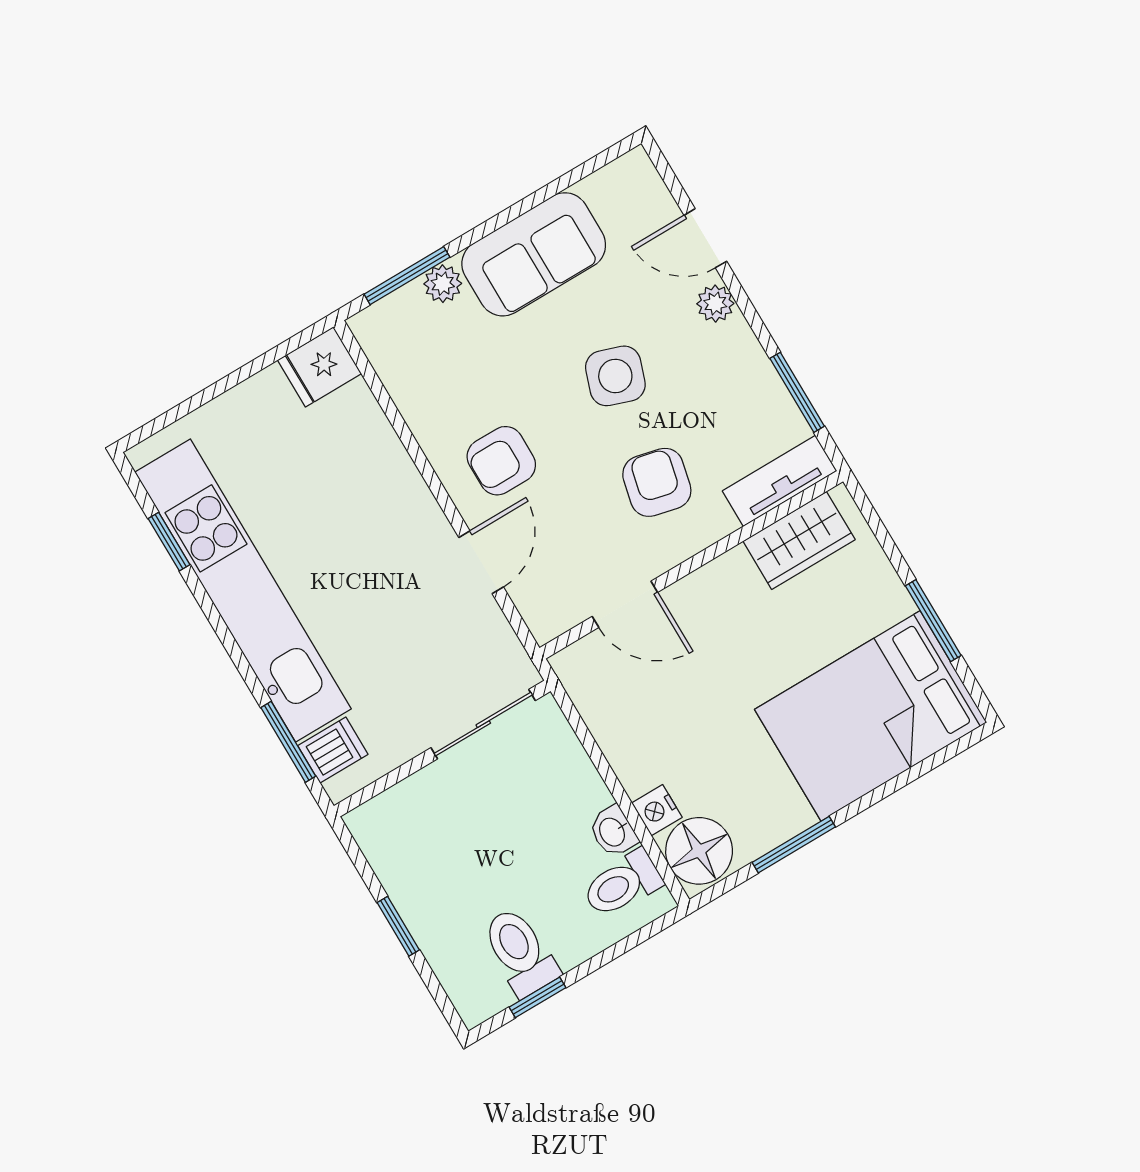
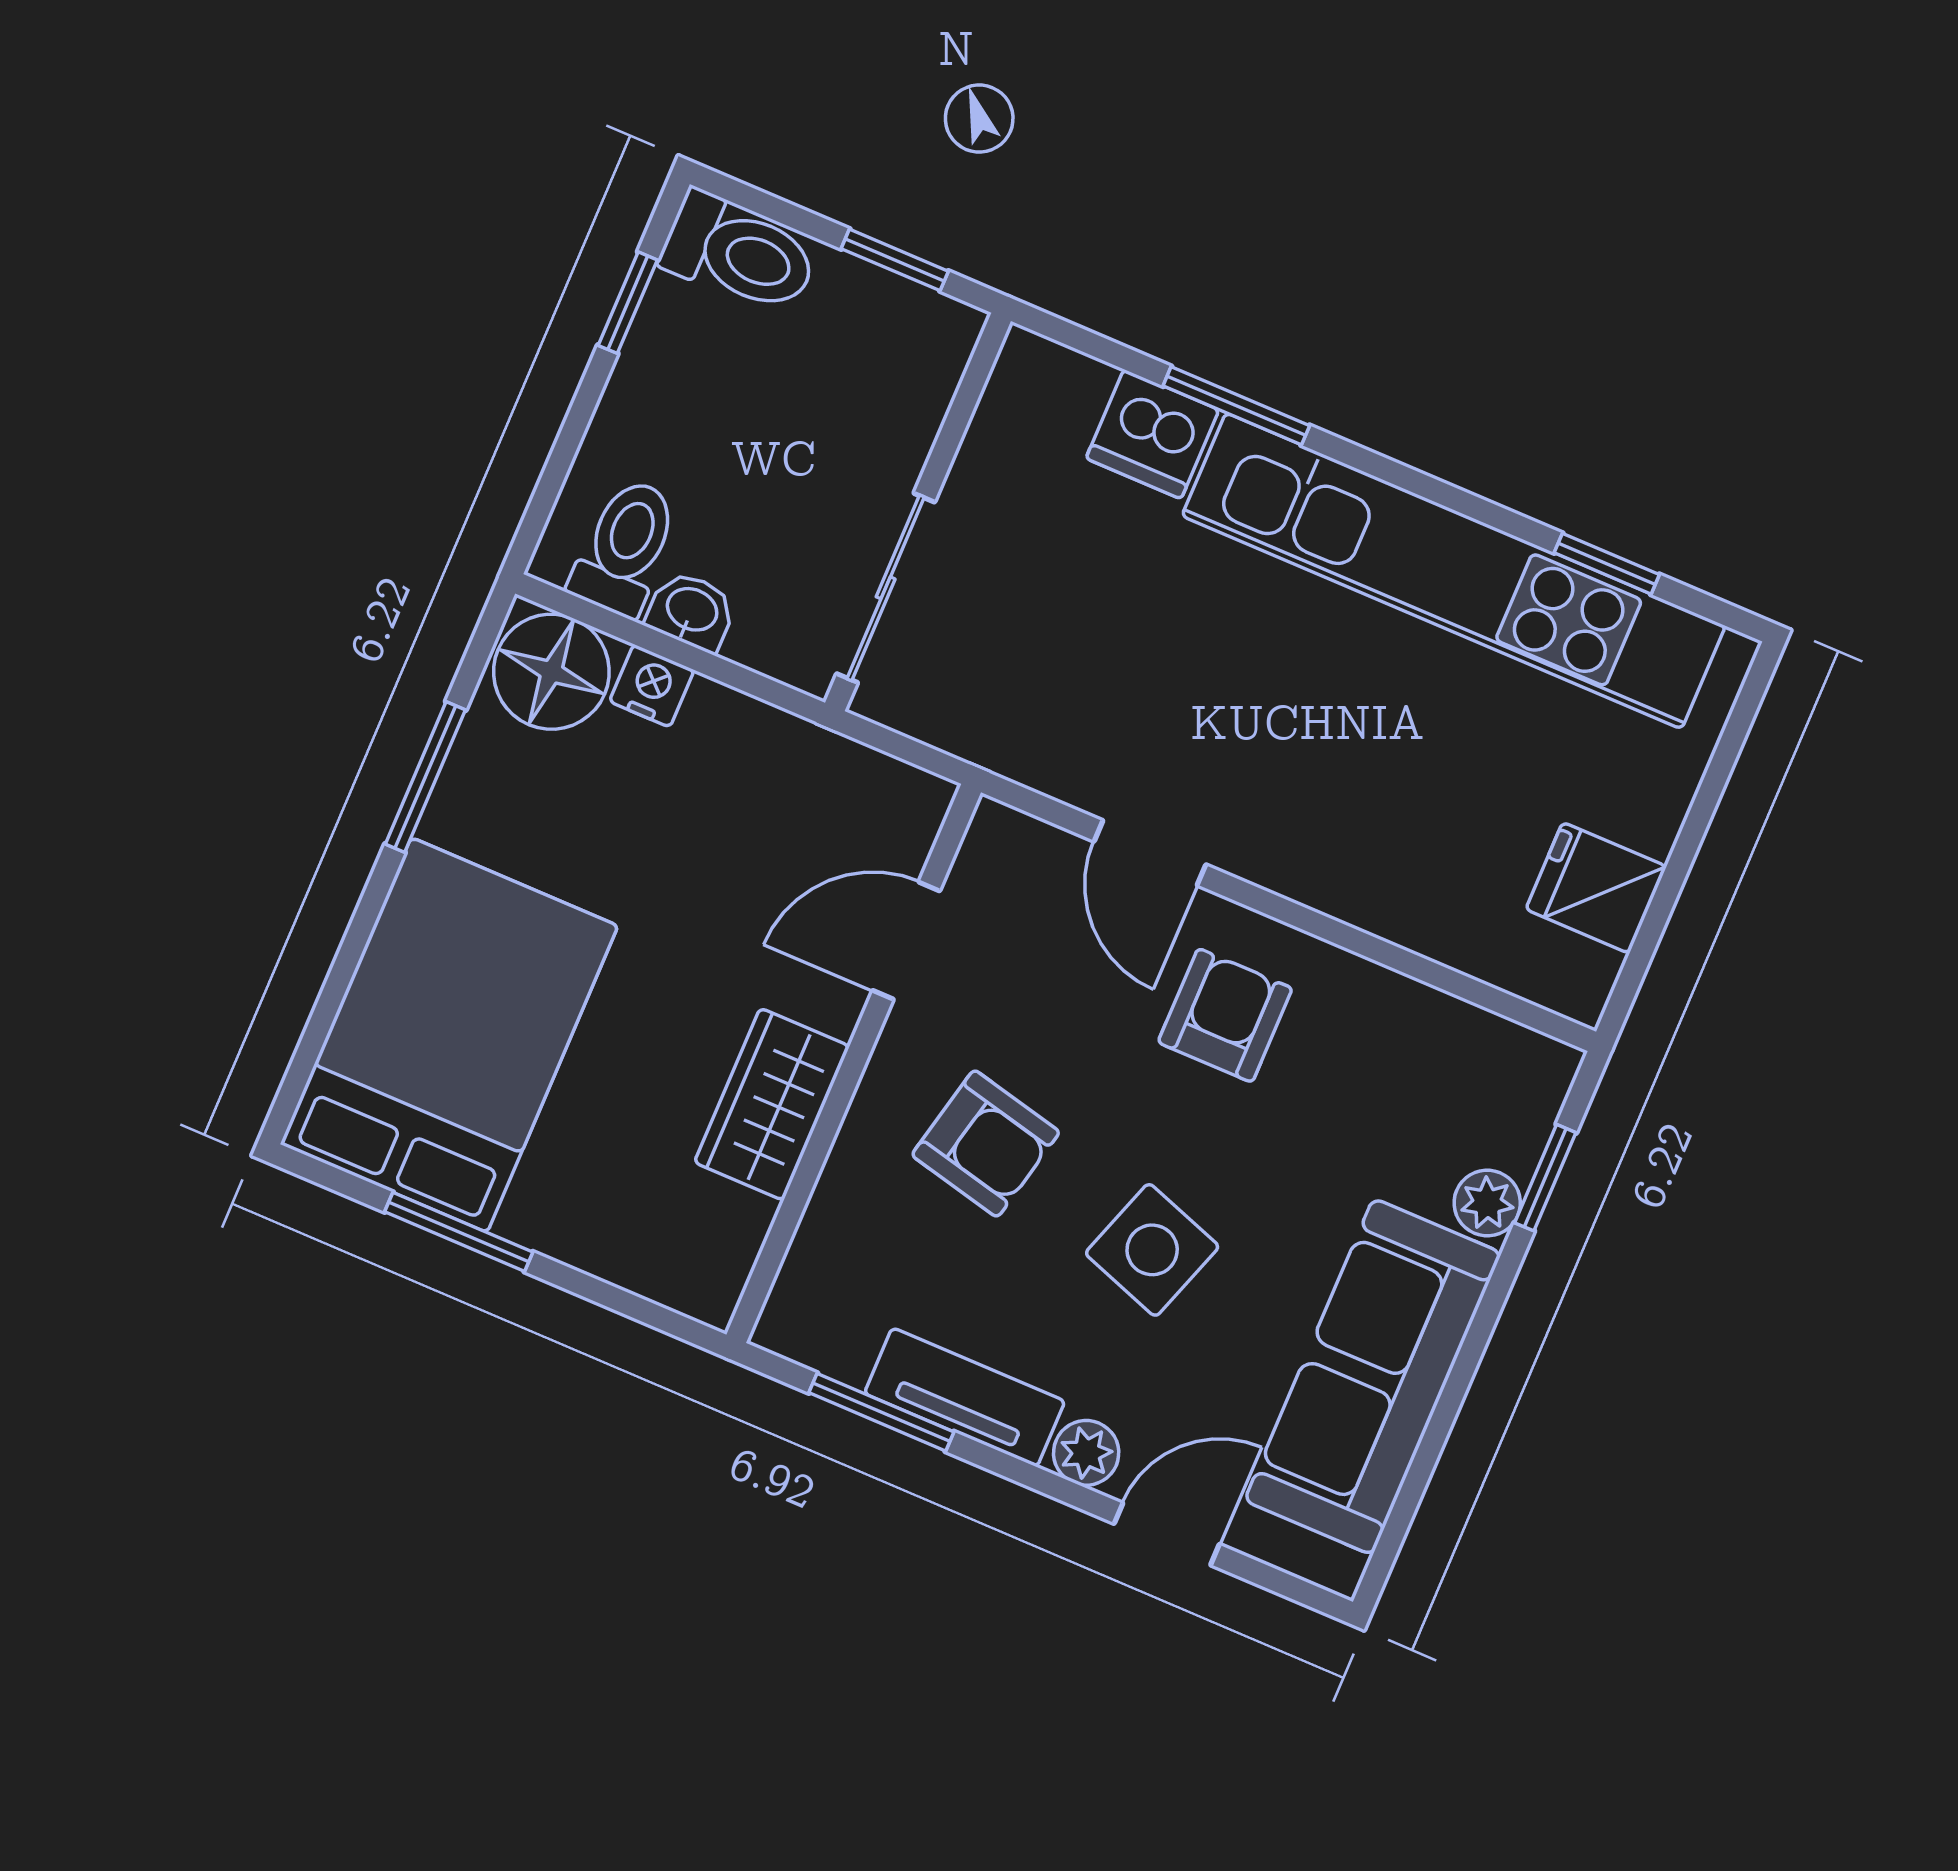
sofa: (534, 254) -> (1373, 1377), width x1.36
window: (407, 276) -> (1545, 1178), width x0.67
fridge: (319, 367) -> (1596, 888), moved, turned -90
tv unit: (780, 481) -> (965, 1397), moved, turned -90
wardrobe: (799, 540) -> (772, 1104), moved
sliding door: (483, 724) -> (886, 588), moved
wall: (442, 749) -> (918, 512), moved
dishwasher: (333, 750) -> (1152, 434), width x1.38
toilet: (520, 952) -> (739, 253), moved

